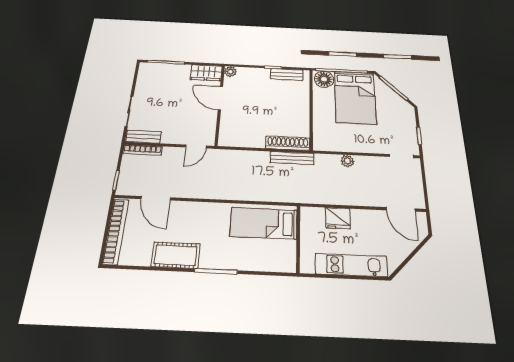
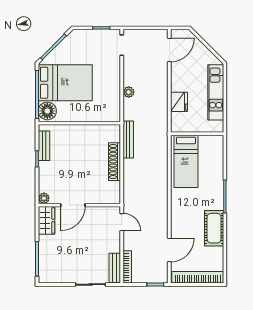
shoe rack: (288, 143) -> (114, 162), moved

